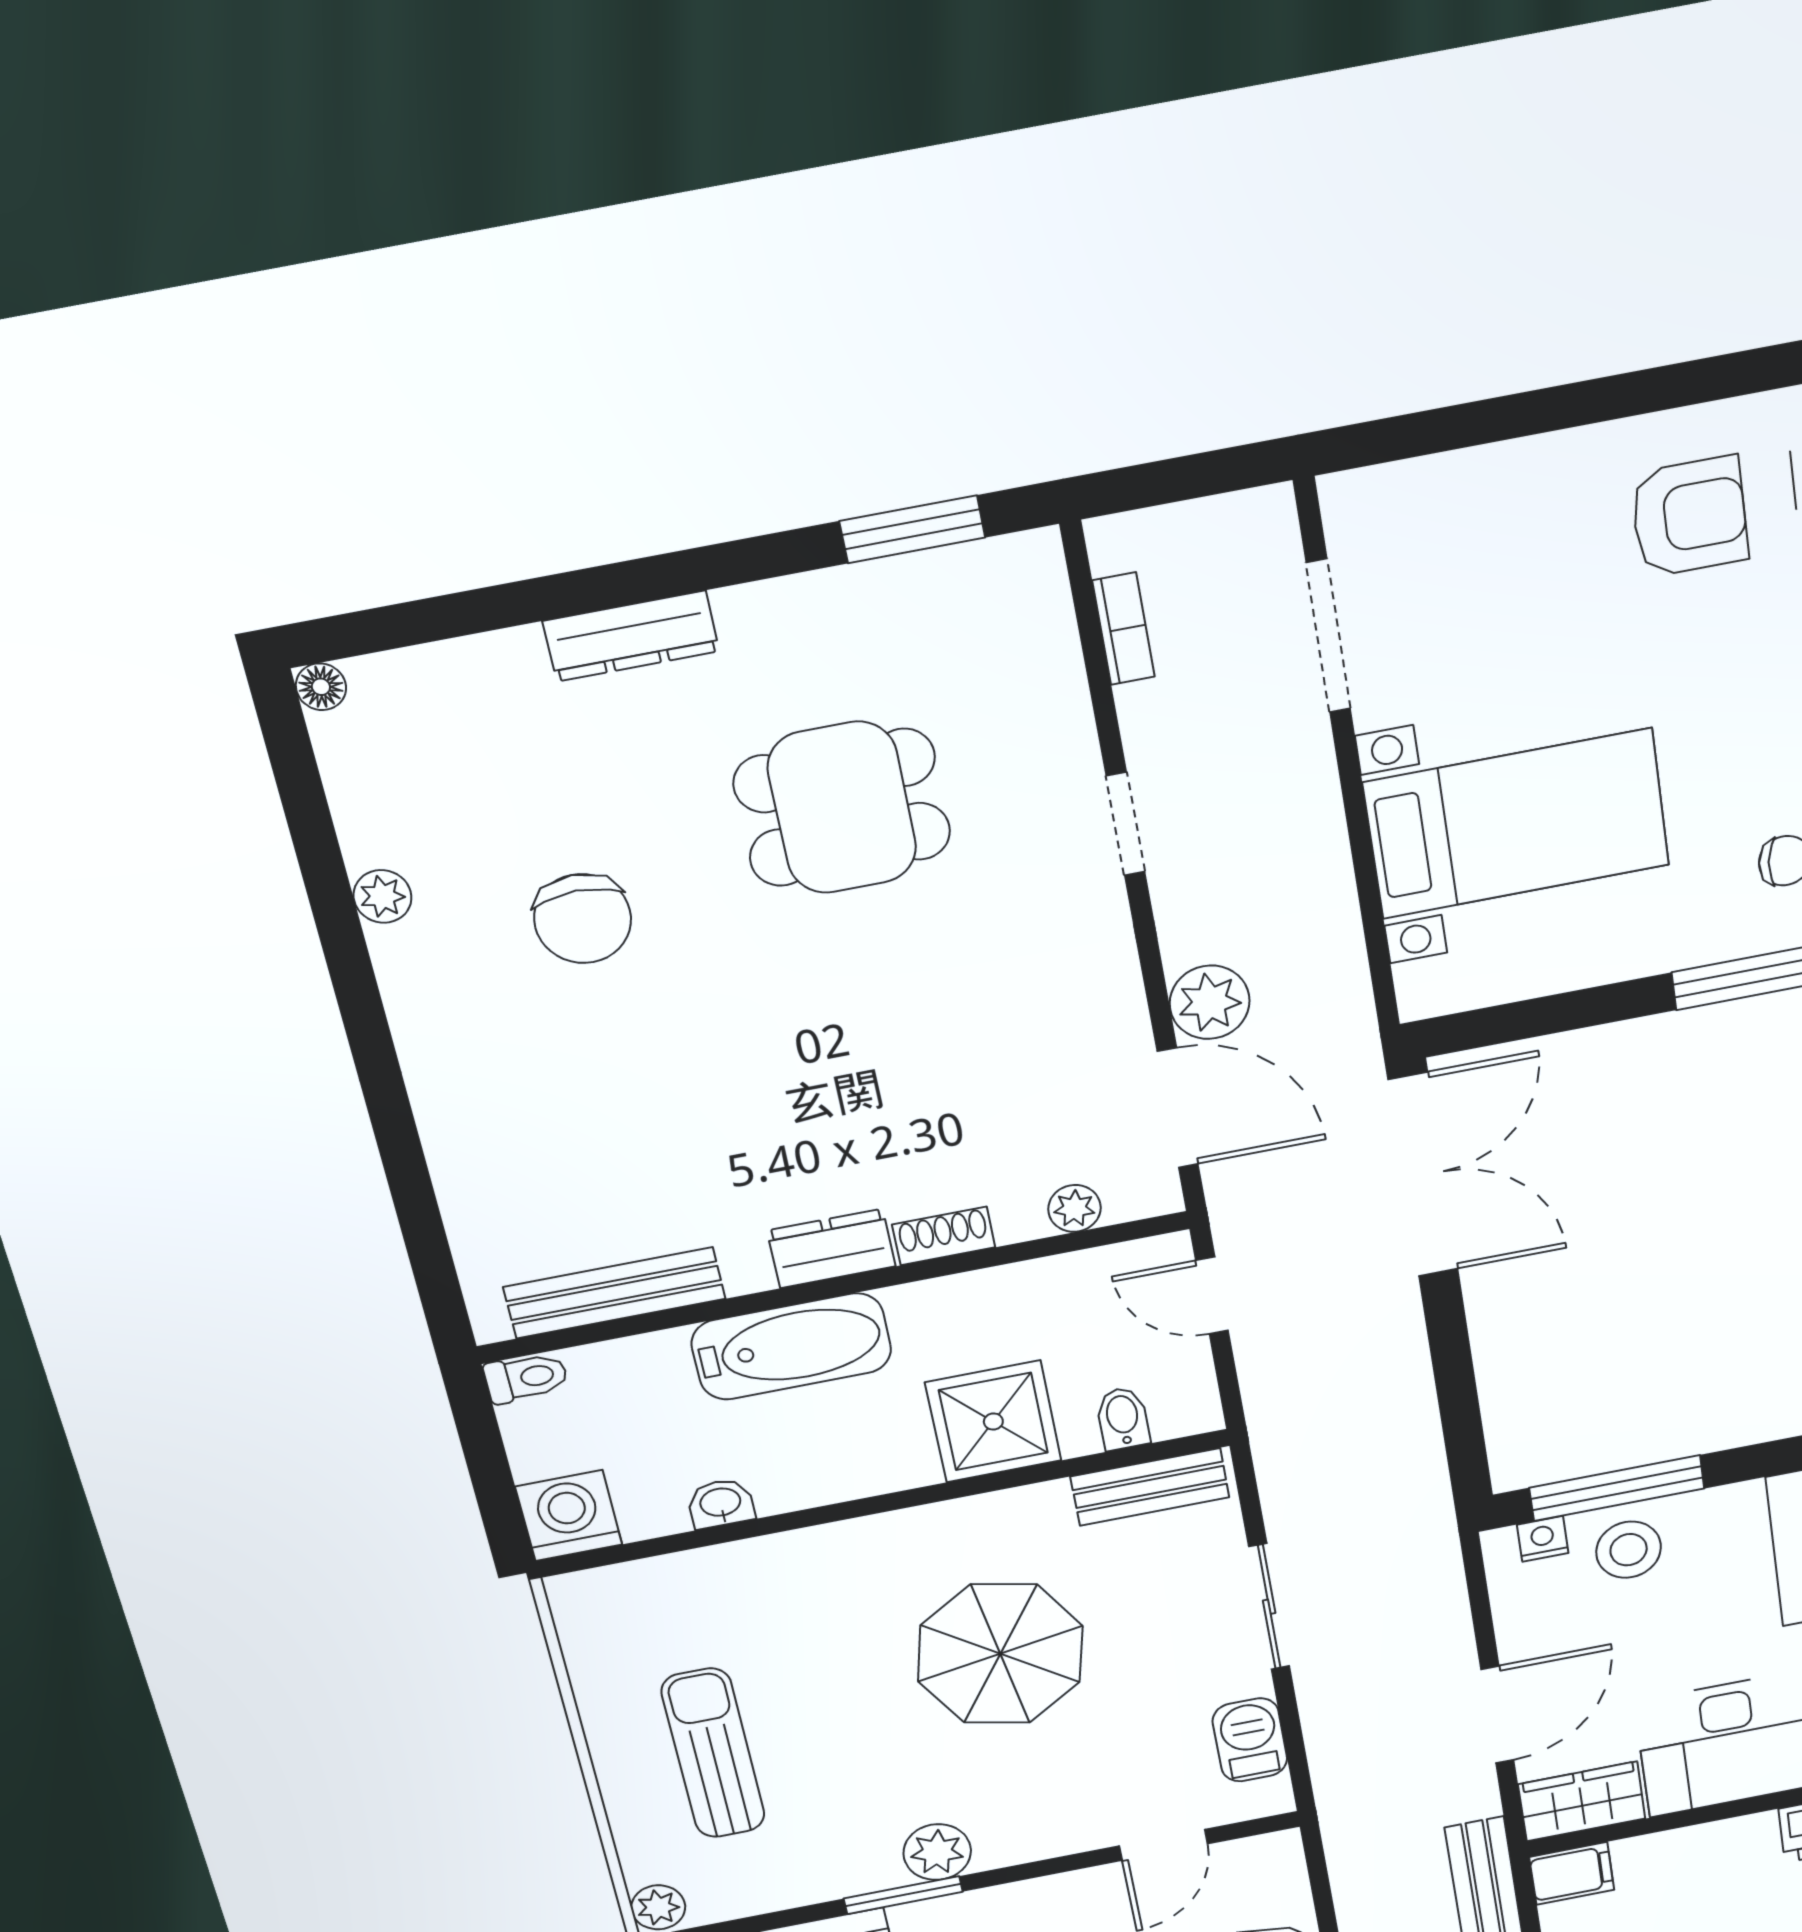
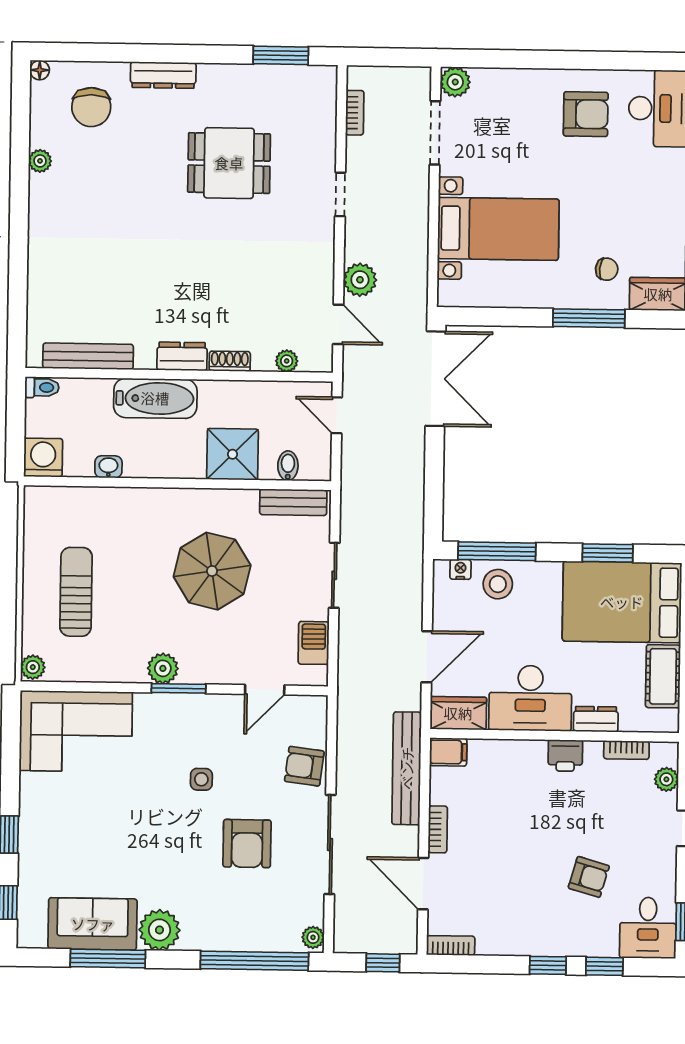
plant: (1357, 505) -> (455, 82), added
chair: (583, 919) -> (91, 107), moved
door: (1178, 1108) -> (338, 324), width x0.73
window: (903, 1895) -> (179, 688), moved

